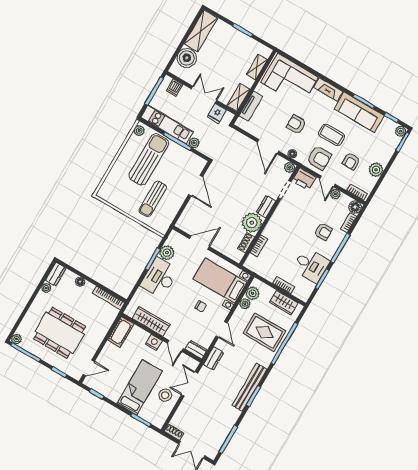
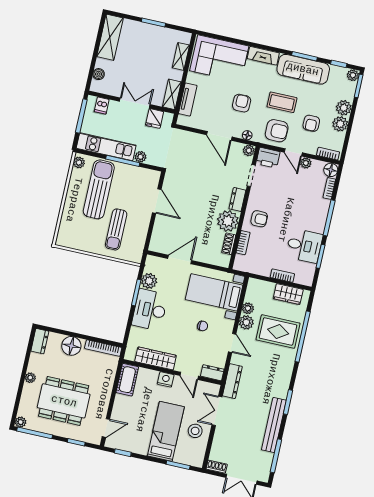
boiler: (187, 58) -> (99, 74), width x0.54, depth x0.54
armchair: (296, 124) -> (242, 103), turned 90
plant: (384, 157) -> (344, 108), added
armchair: (323, 232) -> (259, 219), moved
floor lamp: (80, 282) -> (71, 346), width x1.89, depth x1.89
plant: (46, 288) -> (30, 378), moved
plant: (253, 293) -> (246, 322), moved
dresser: (214, 359) -> (232, 381), width x1.44
bench: (250, 387) -> (274, 425), moved

